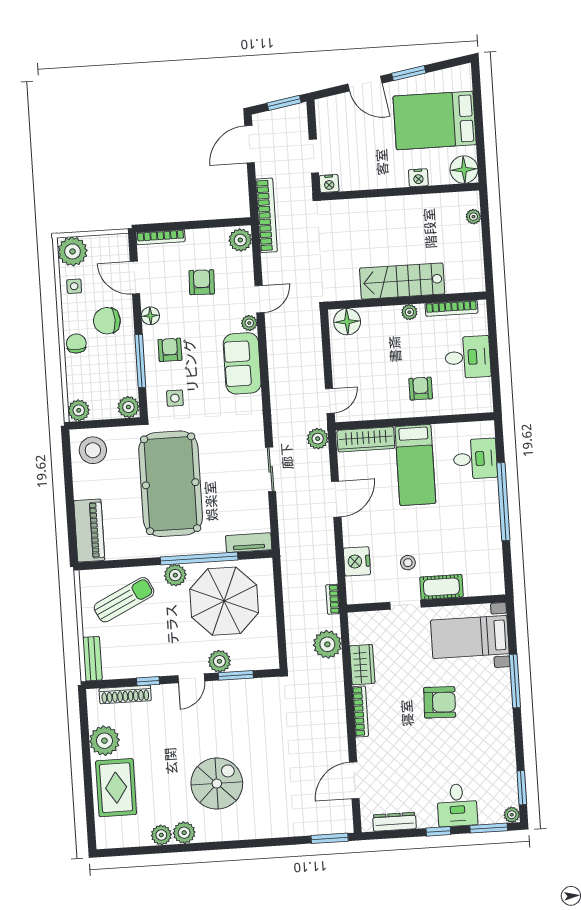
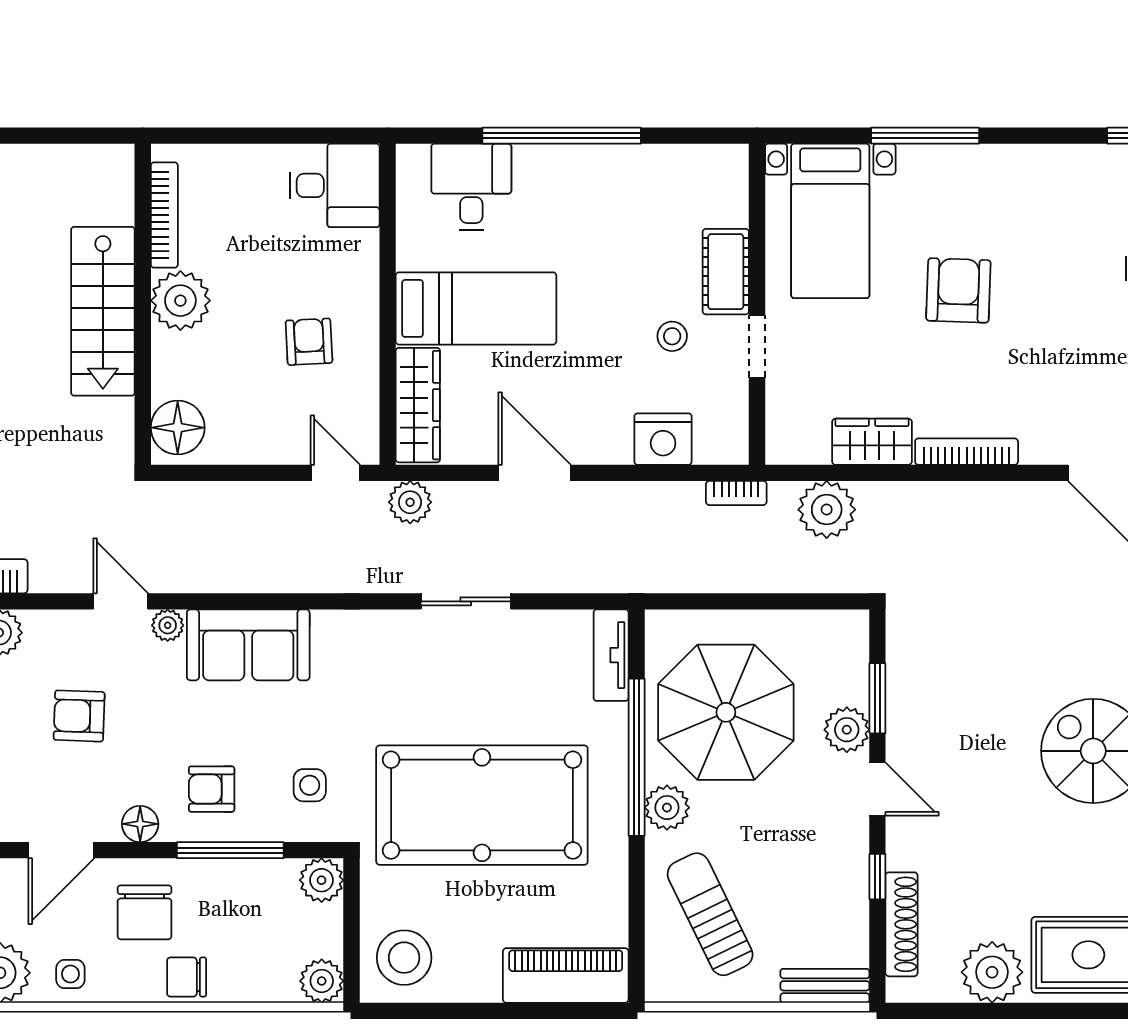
plant: (409, 312) -> (180, 301), width x1.88, depth x1.88
desk: (468, 357) -> (335, 185), moved, turned 90
armchair: (421, 389) -> (309, 342), moved, turned 87

